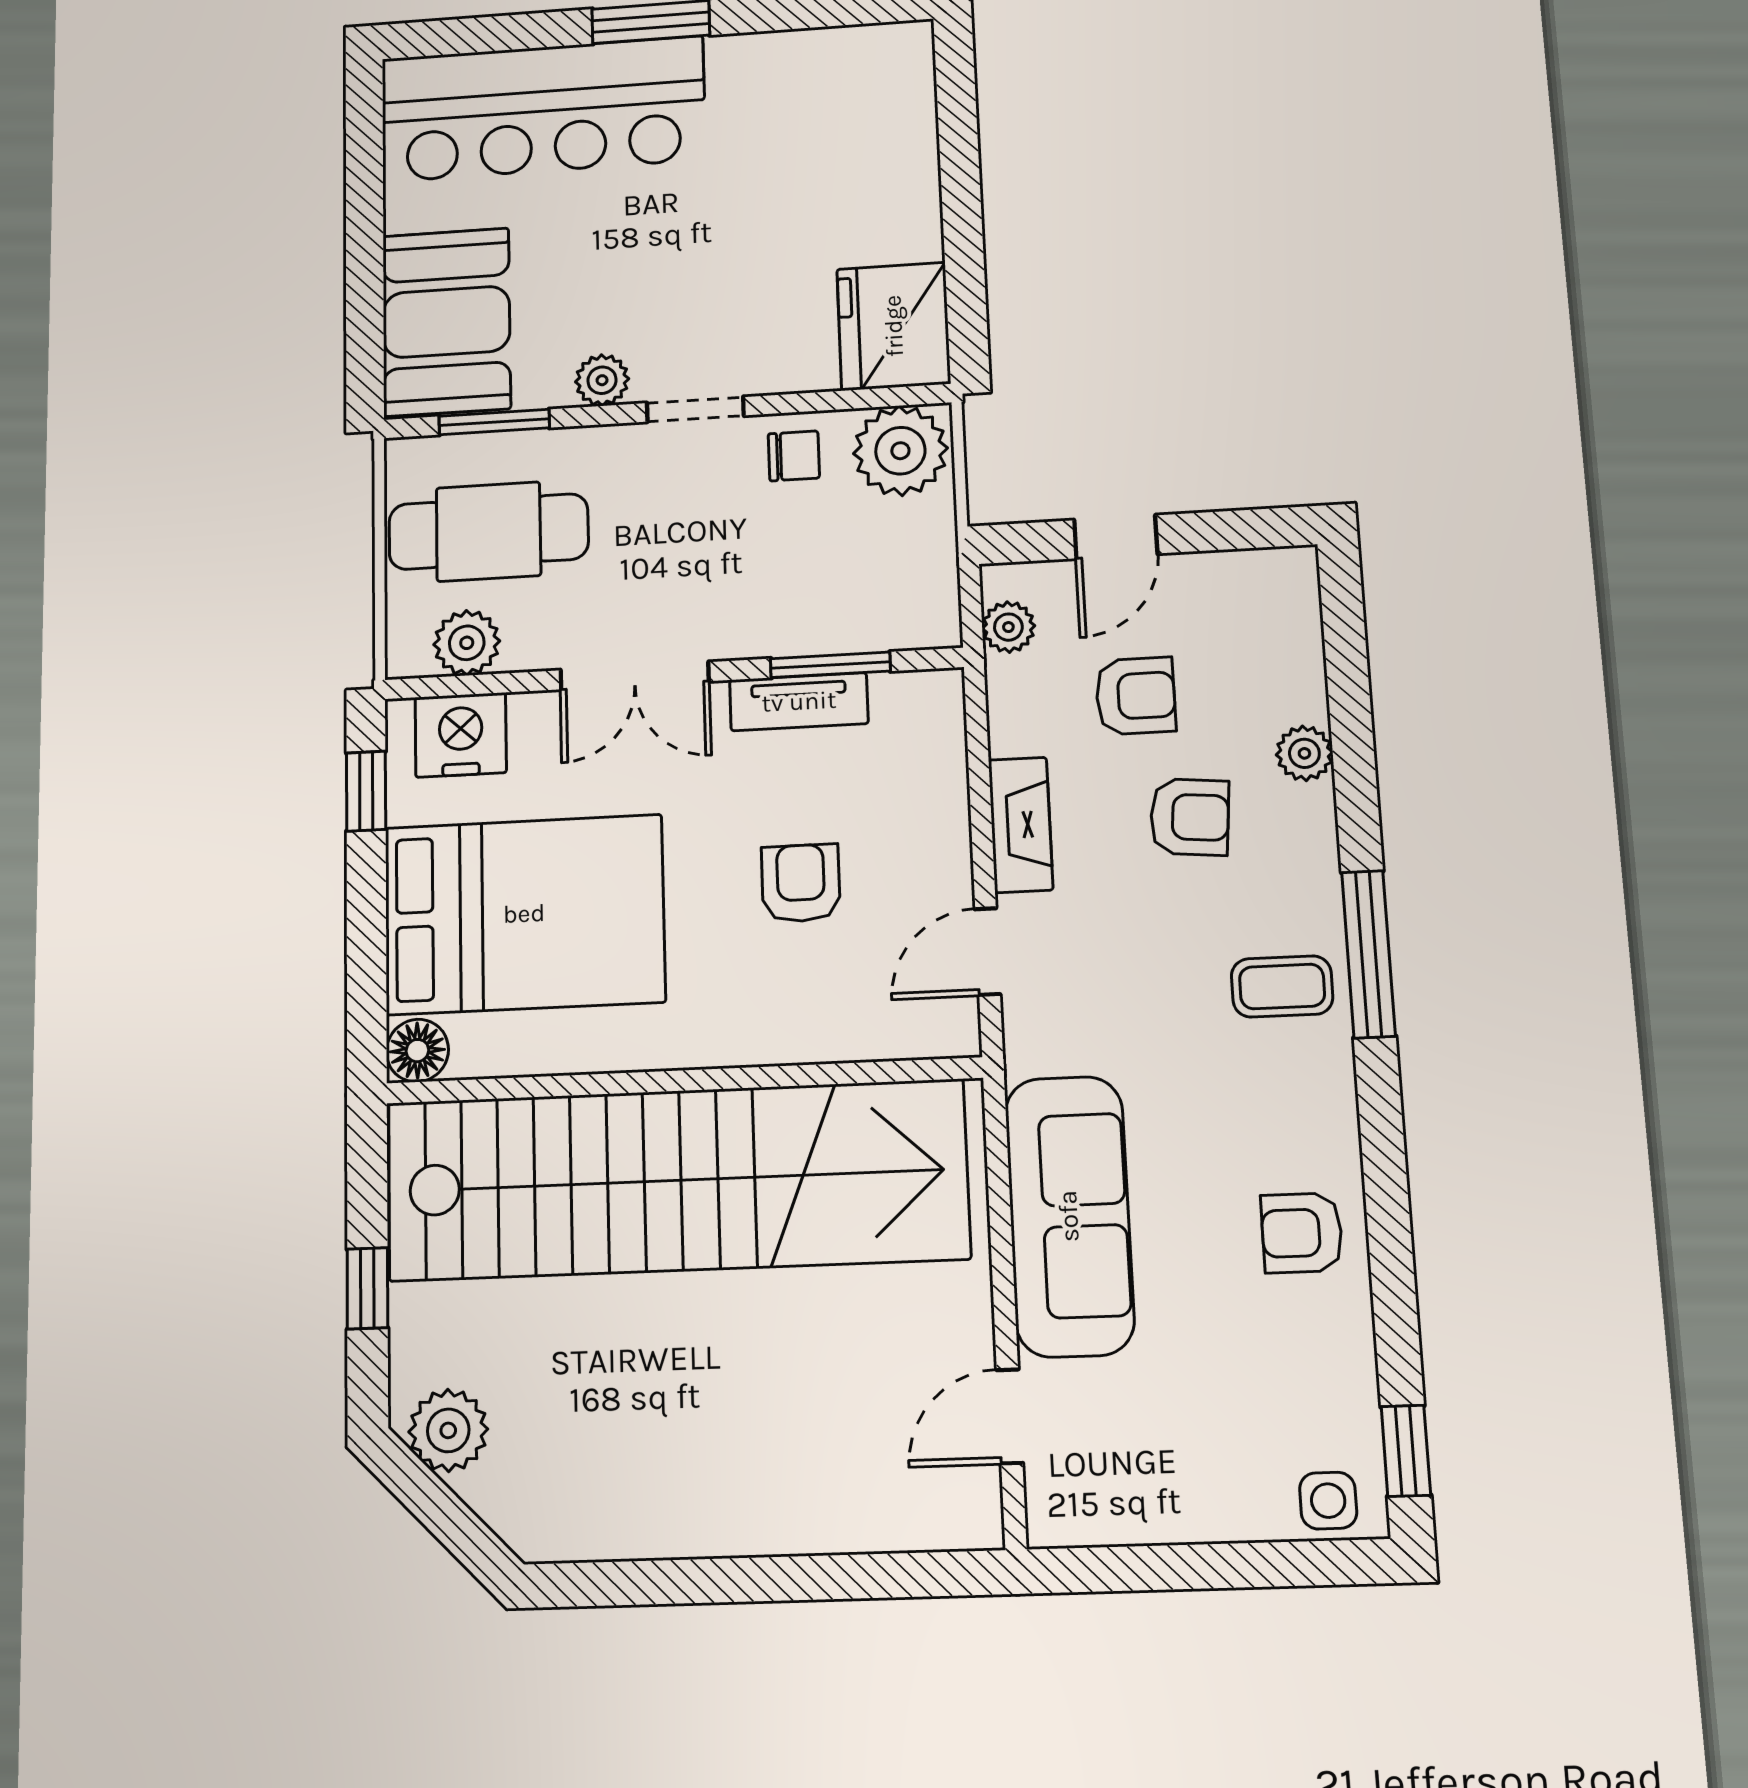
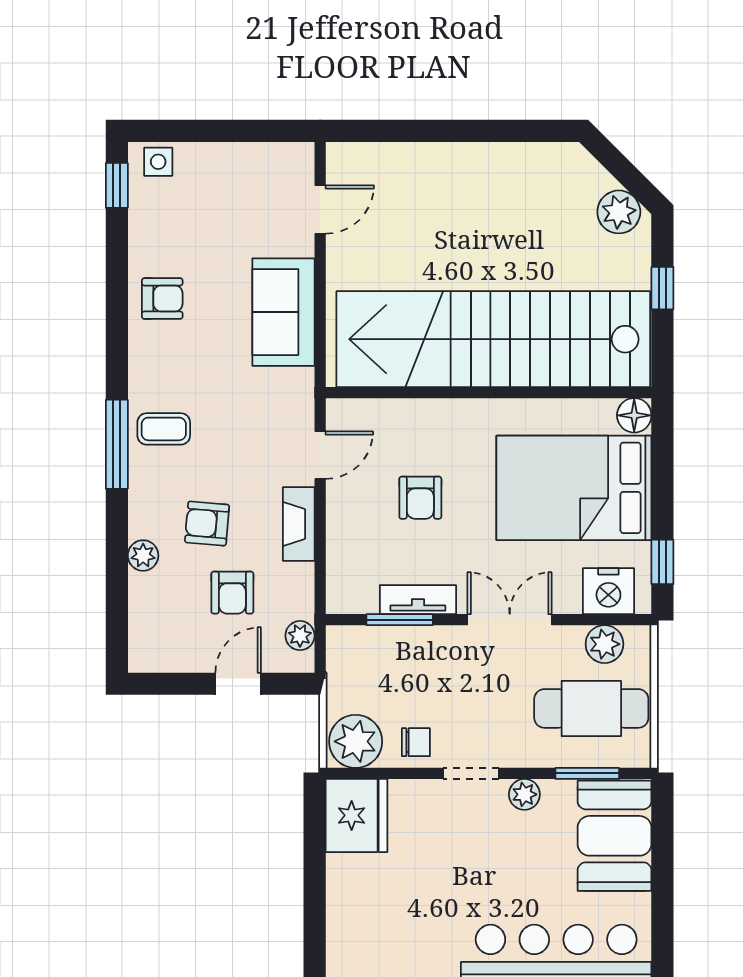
chair: (794, 456) -> (416, 742), turned 180
armchair: (1136, 696) -> (232, 593), turned -90
sofa: (1069, 1216) -> (283, 312), width x0.73

